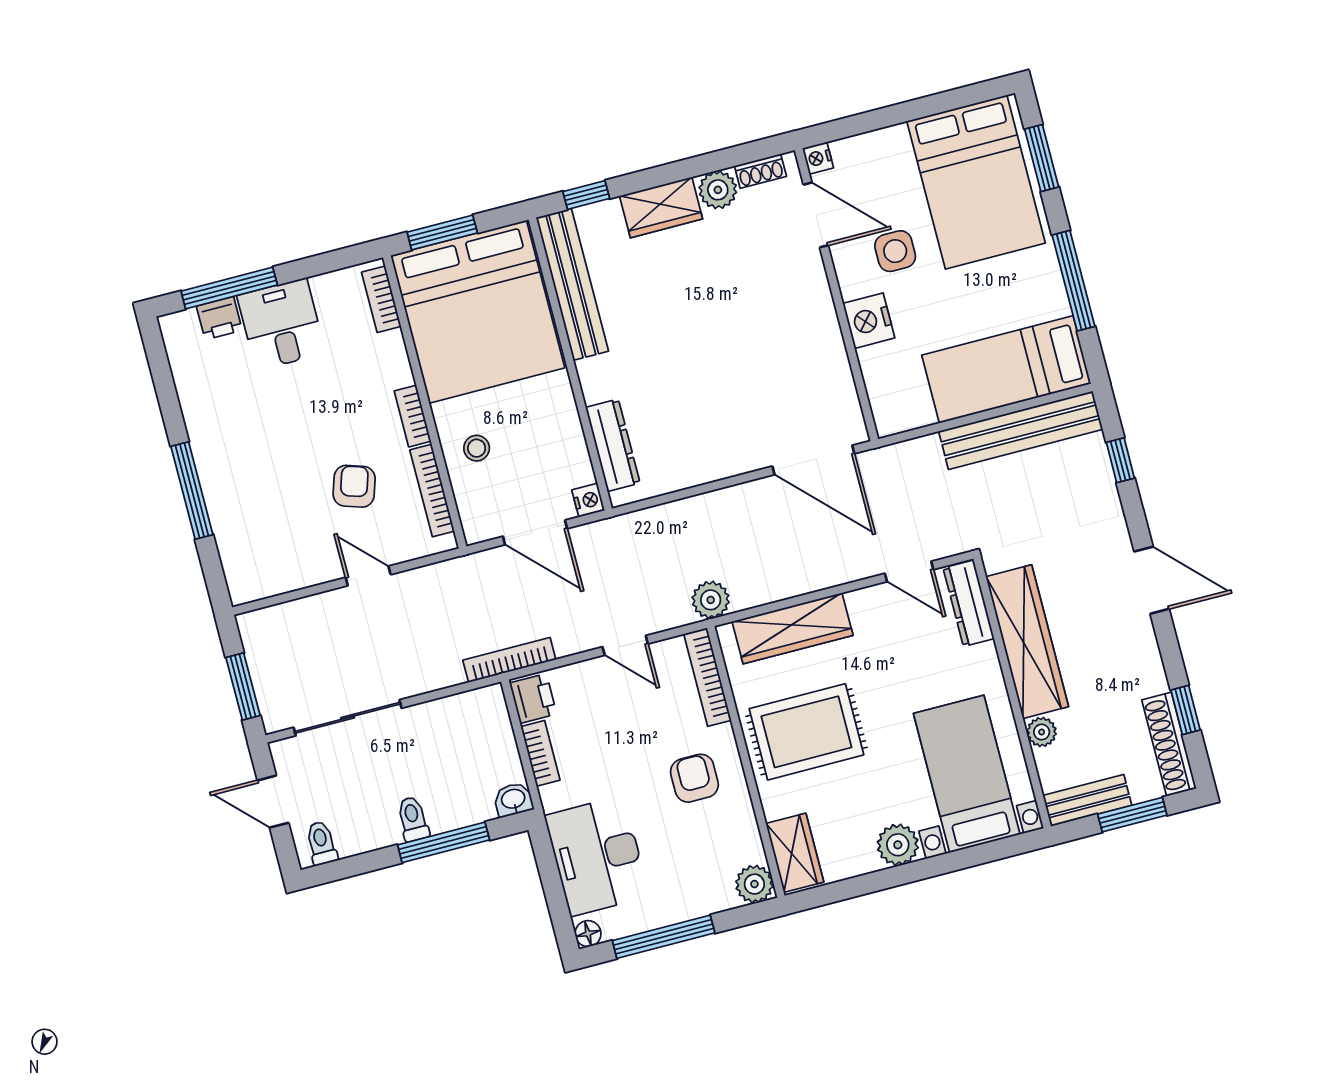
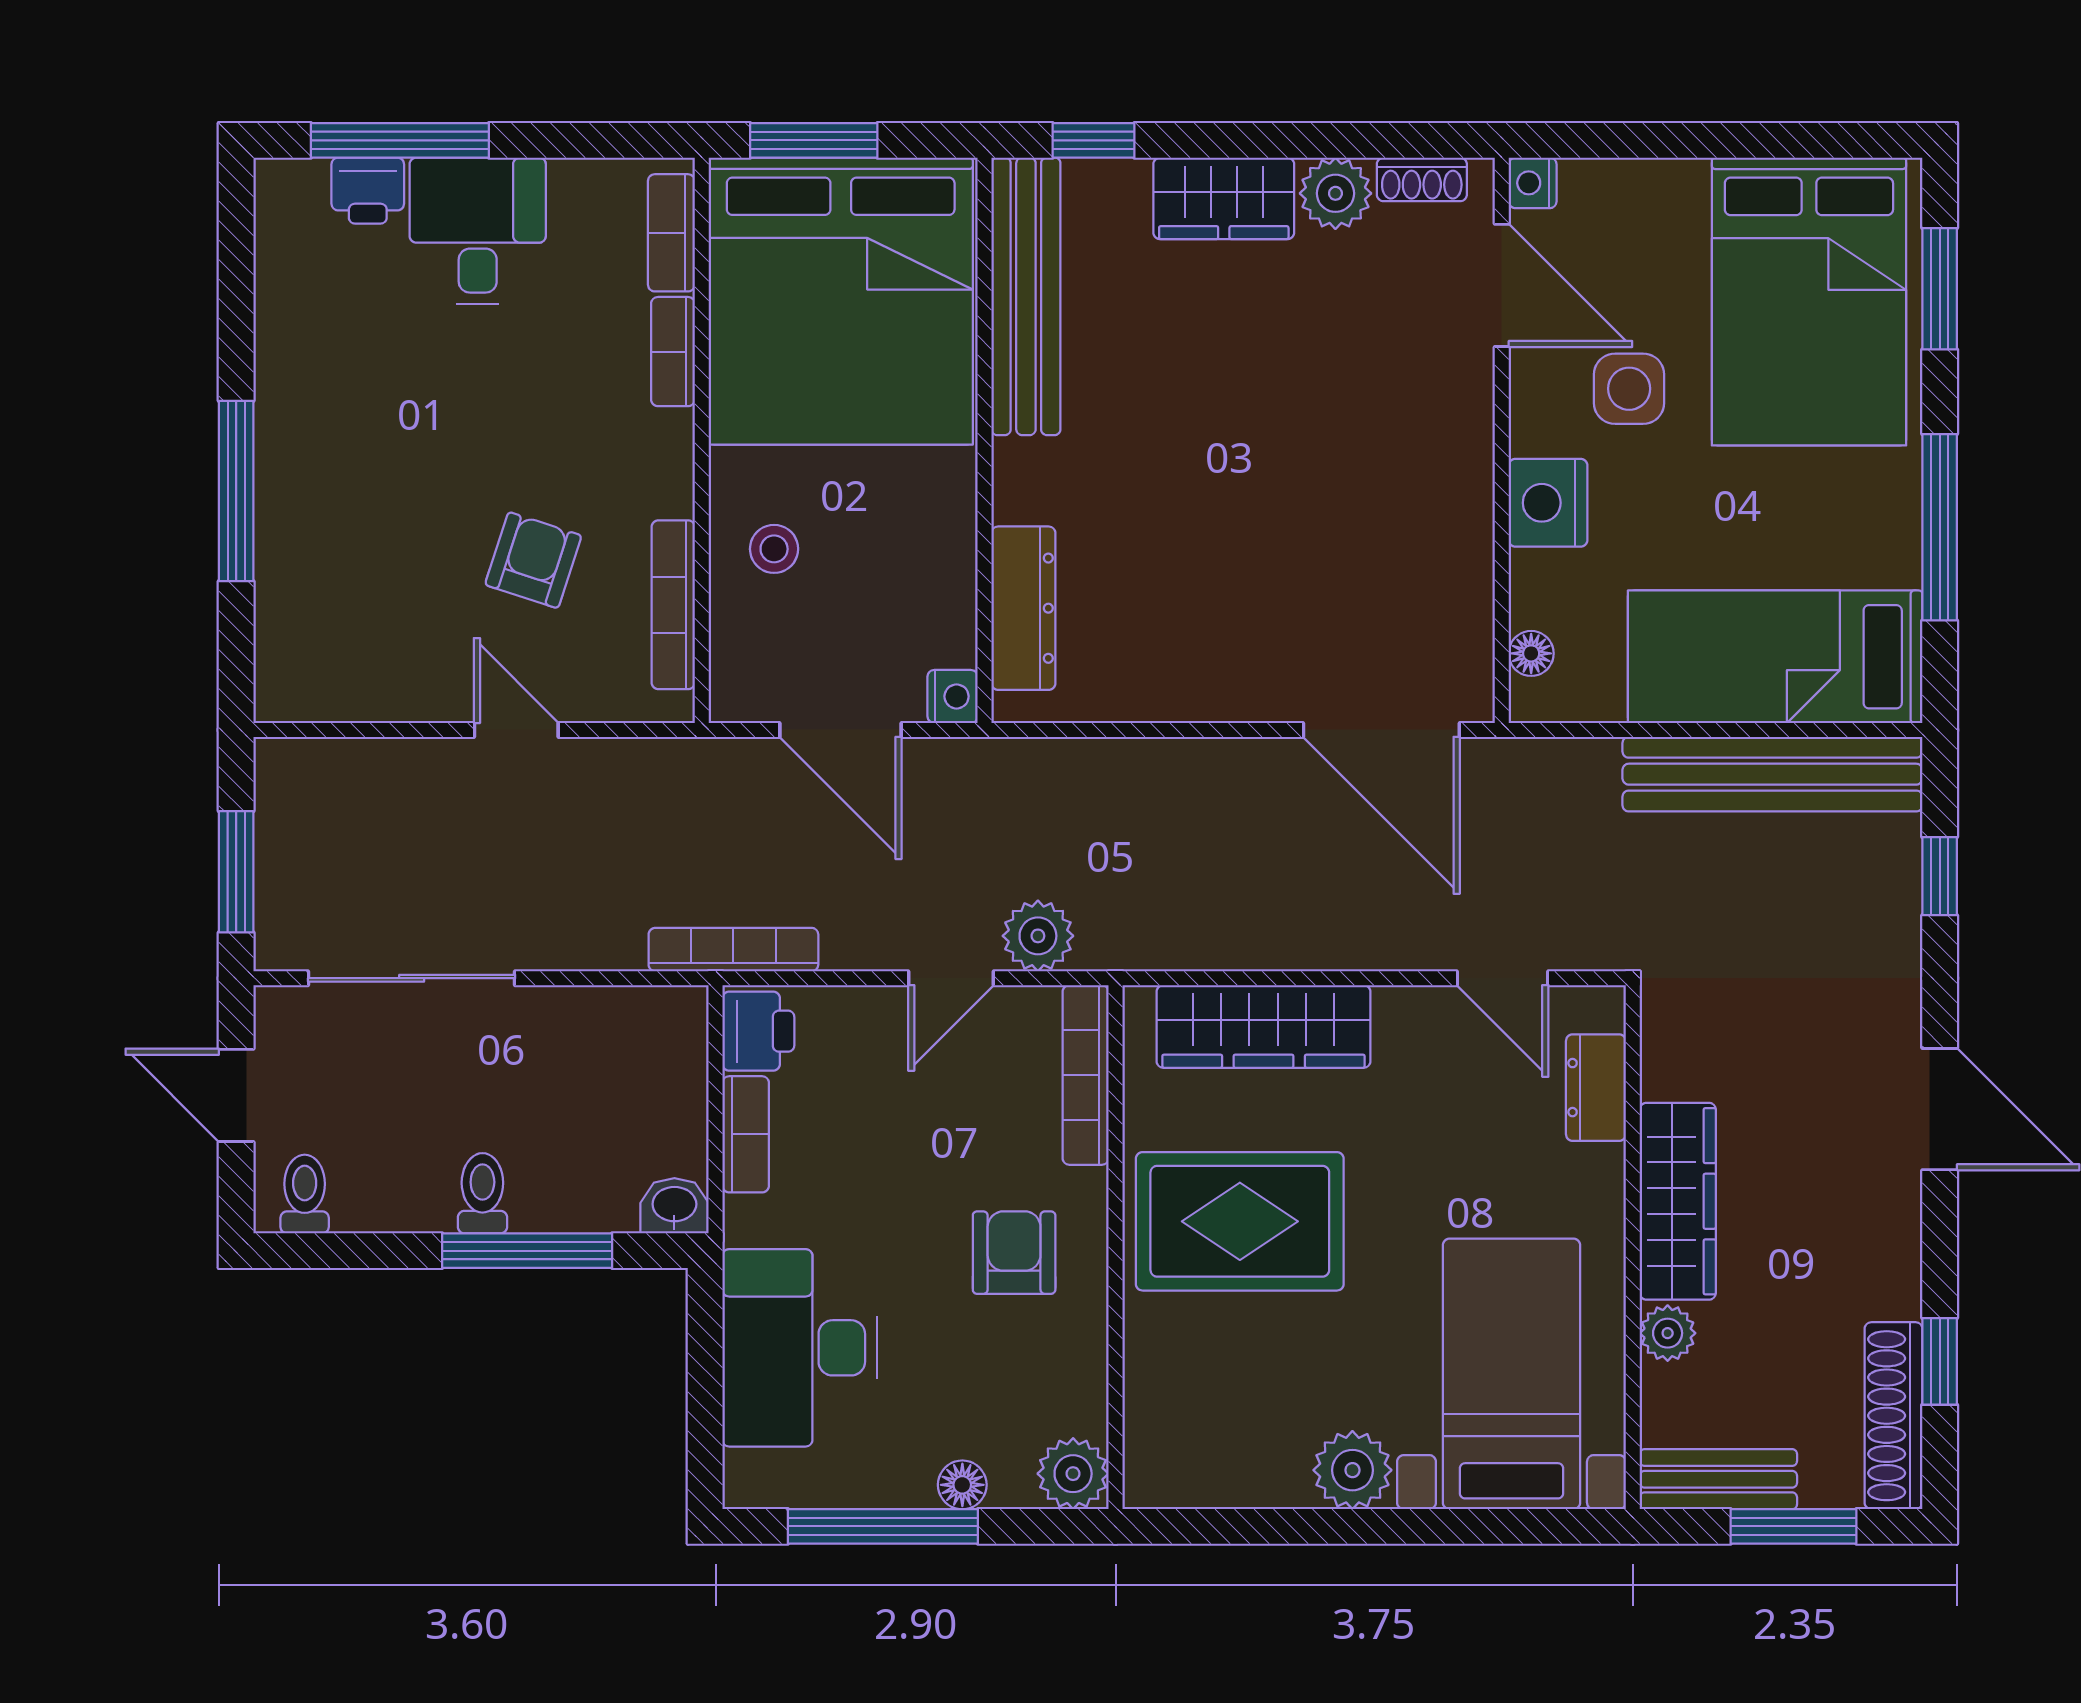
floor lamp: (880, 400) -> (1531, 653), added
bookcase: (413, 416) -> (673, 352), moved
plant: (711, 600) -> (1038, 936), moved
dresser: (969, 603) -> (1596, 1088), width x0.70
wardrobe: (1027, 642) -> (1678, 1201), width x0.71, depth x0.85
door: (625, 645) -> (951, 978), hinge flipped
wardrobe: (795, 853) -> (1161, 1436), removed
floor lamp: (588, 934) -> (962, 1485), moved

